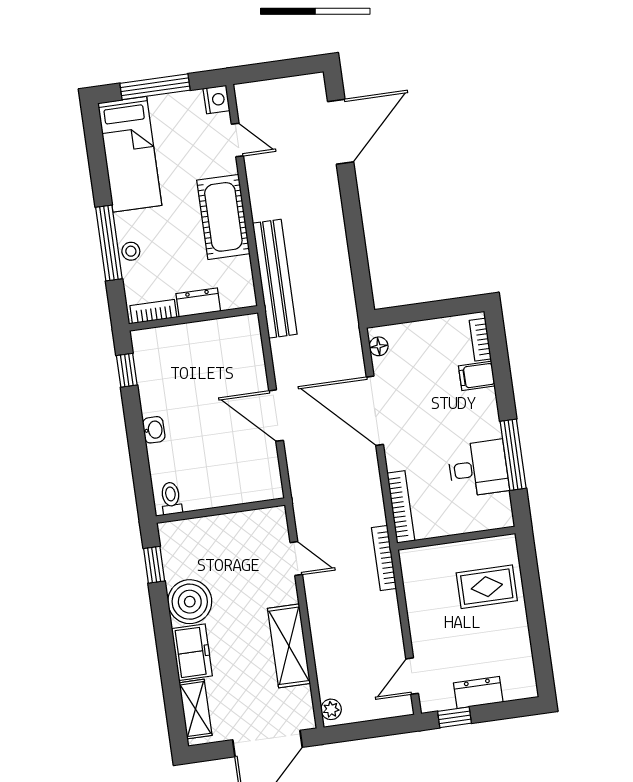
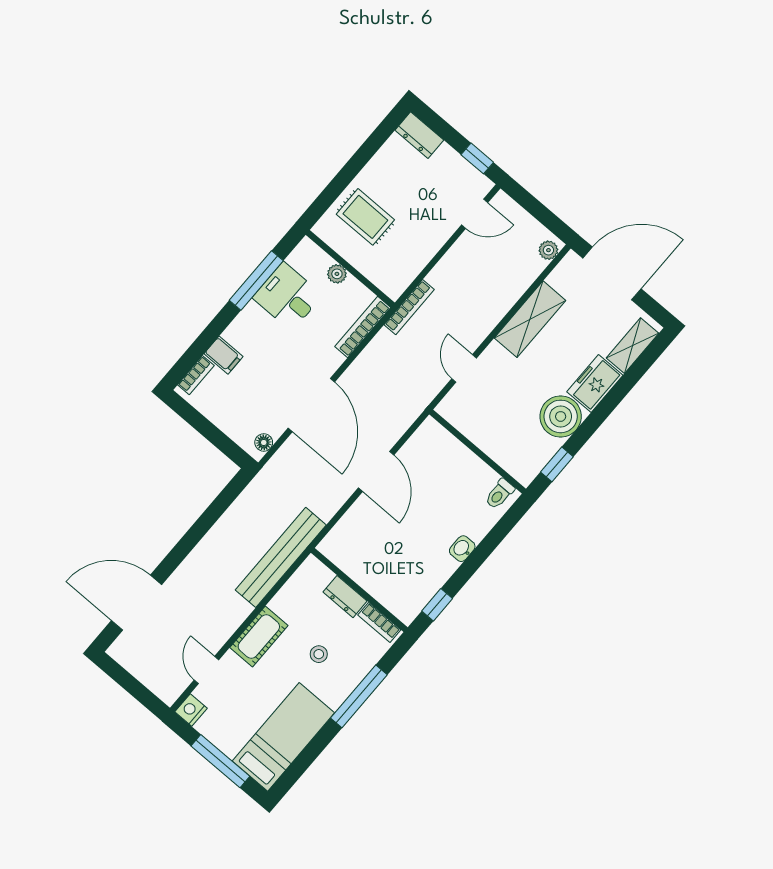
cot: (223, 217) -> (259, 636), width x0.73, depth x0.75
stool: (131, 251) -> (319, 654), moved
plant: (461, 524) -> (337, 274), added
dresser: (478, 692) -> (419, 135), moved

